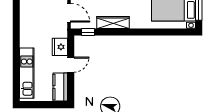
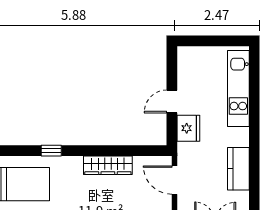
window: (88, 32) -> (51, 151), moved
kitchen counter: (60, 87) -> (238, 169), moved, turned 180

